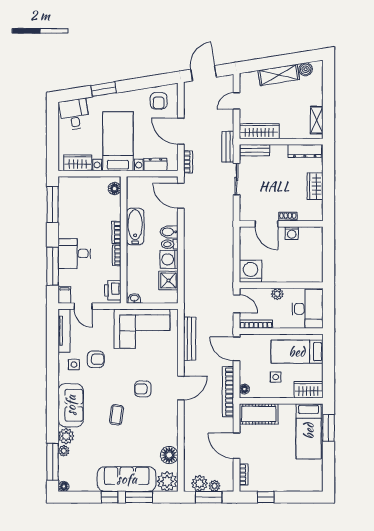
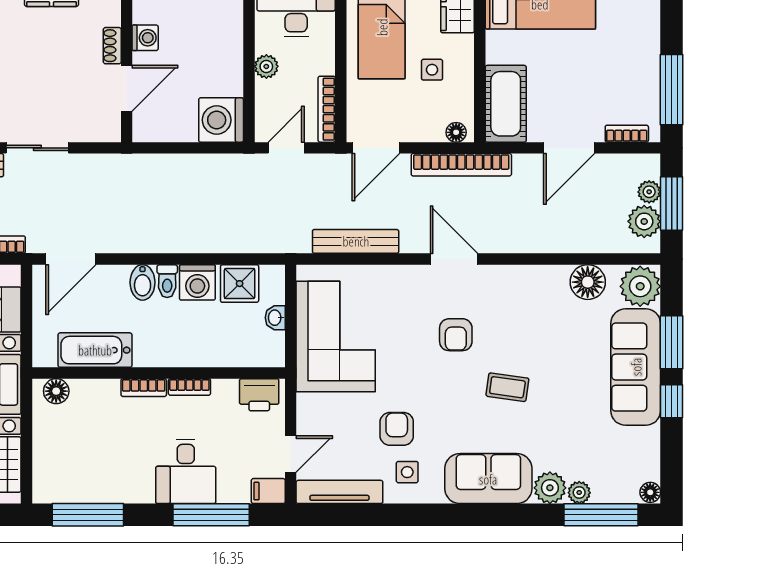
bathtub: (135, 227) -> (95, 350), moved
washbasin: (134, 298) -> (275, 318), moved
window: (266, 497) -> (672, 90), width x2.17

